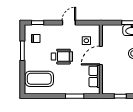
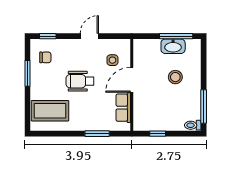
wheelchair: (62, 57) -> (80, 81), turned 180

